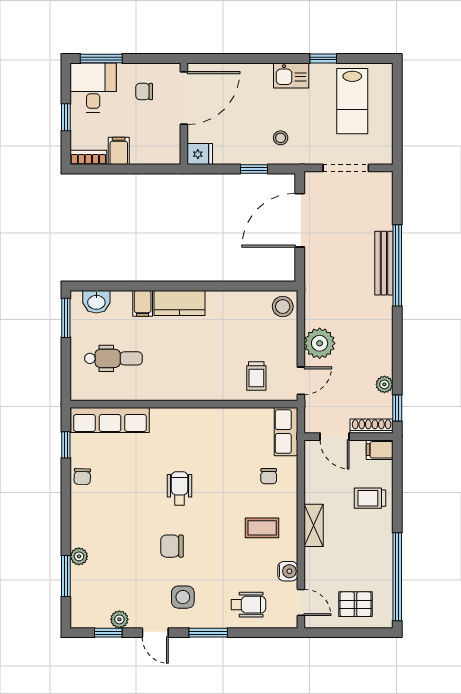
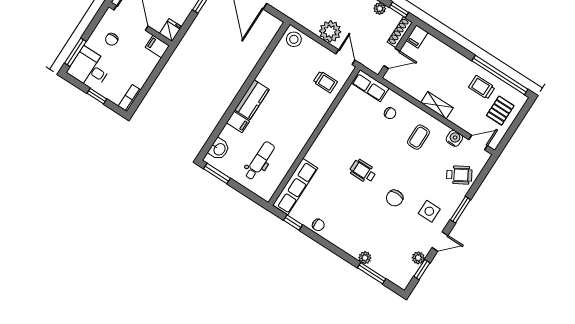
filing cabinet: (119, 151) -> (157, 47), moved
trolley: (370, 498) -> (482, 87), moved, turned 90
wheelchair: (248, 605) -> (459, 175), turned 60

